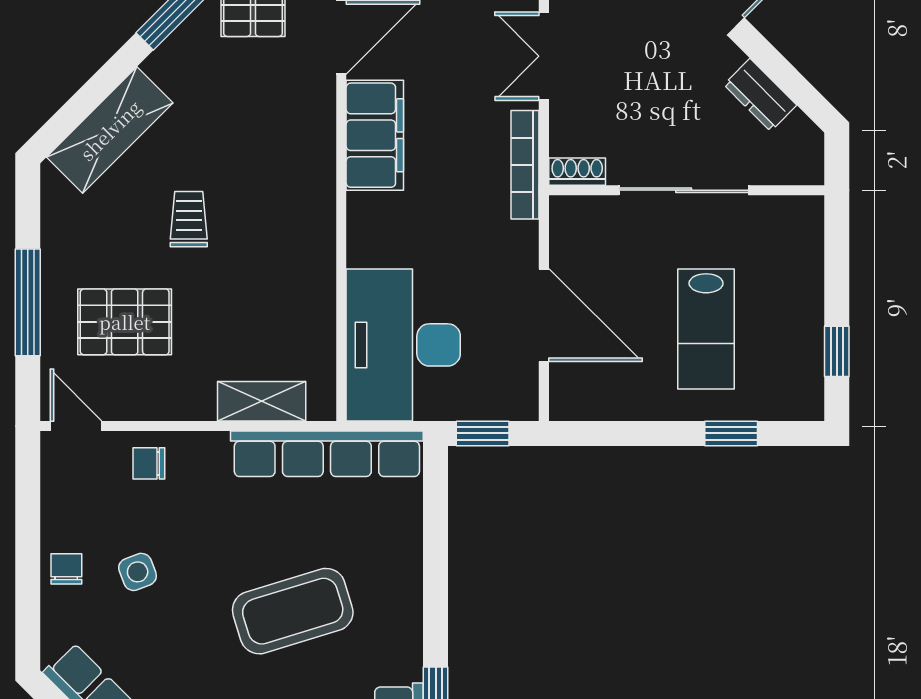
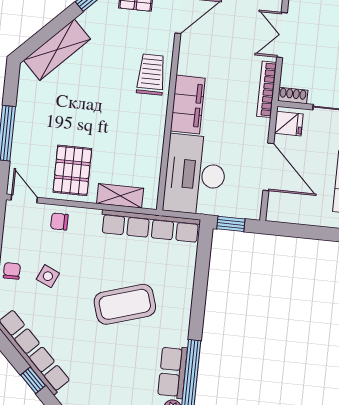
filing cabinet: (375, 135) -> (188, 105), moved
trolley: (189, 219) -> (151, 75), moved, width x1.36, depth x1.39
fridge: (575, 227) -> (289, 124), added
pallet: (125, 322) -> (72, 170), moved, turned 90
side table: (138, 572) -> (48, 276), turned 45

